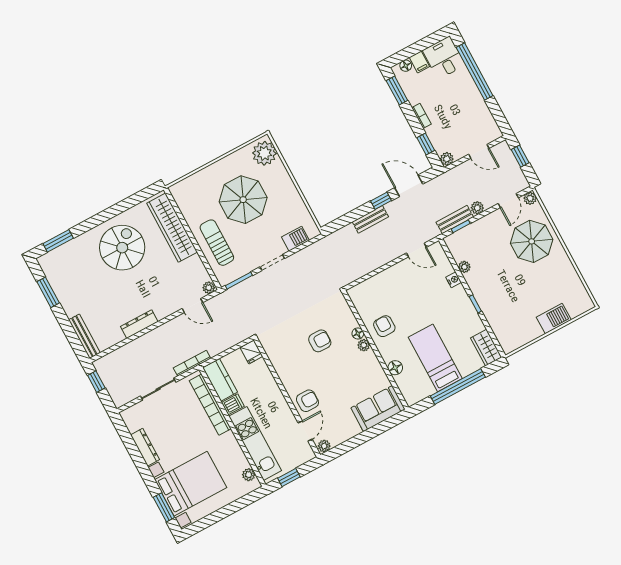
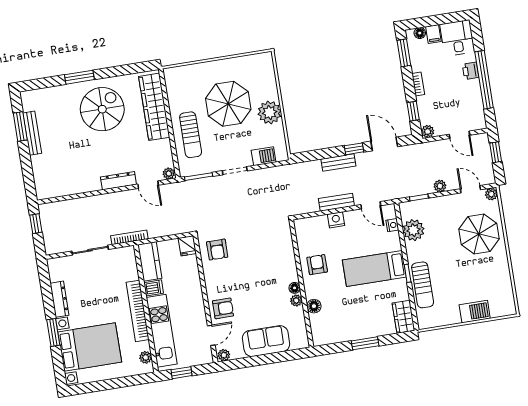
window: (475, 71) -> (484, 80), moved
printer: (468, 85) -> (471, 71), added
plant: (264, 153) -> (270, 112), moved
door: (508, 201) -> (470, 189), swing flipped
bench: (455, 220) -> (336, 202), moved
window: (58, 241) -> (79, 77), moved
sun lounger: (217, 243) -> (191, 135), turned 180
plant: (464, 267) -> (413, 230), width x1.88, depth x1.88
nightstand: (387, 276) -> (336, 220), added
nightstand: (454, 280) -> (392, 225), moved
sun lounger: (494, 310) -> (423, 285), added
dresser: (139, 324) -> (118, 181), moved
floor lamp: (358, 333) -> (295, 288), moved
bench: (84, 336) -> (32, 133), moved
armchair: (320, 341) -> (217, 250), moved, turned 90
plant: (364, 345) -> (296, 300), moved
bed: (435, 358) -> (374, 269), moved, turned -90
window: (458, 387) -> (365, 343), width x0.47
bookcase: (210, 405) -> (138, 311), moved
sofa: (378, 409) -> (266, 341), moved
window: (164, 507) -> (53, 332), moved

